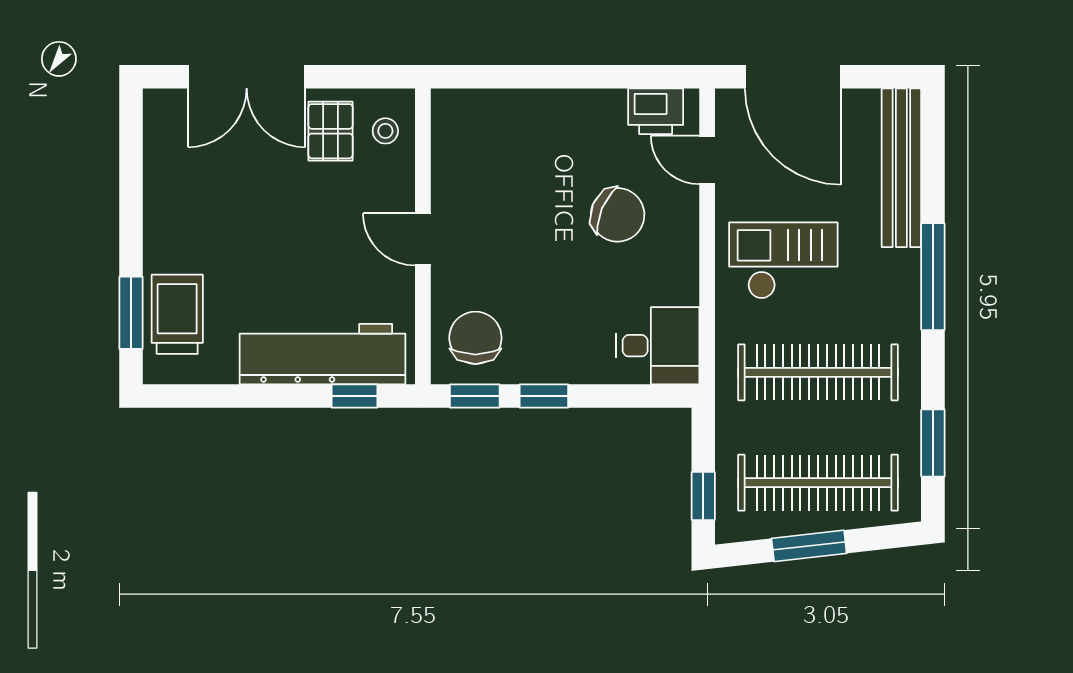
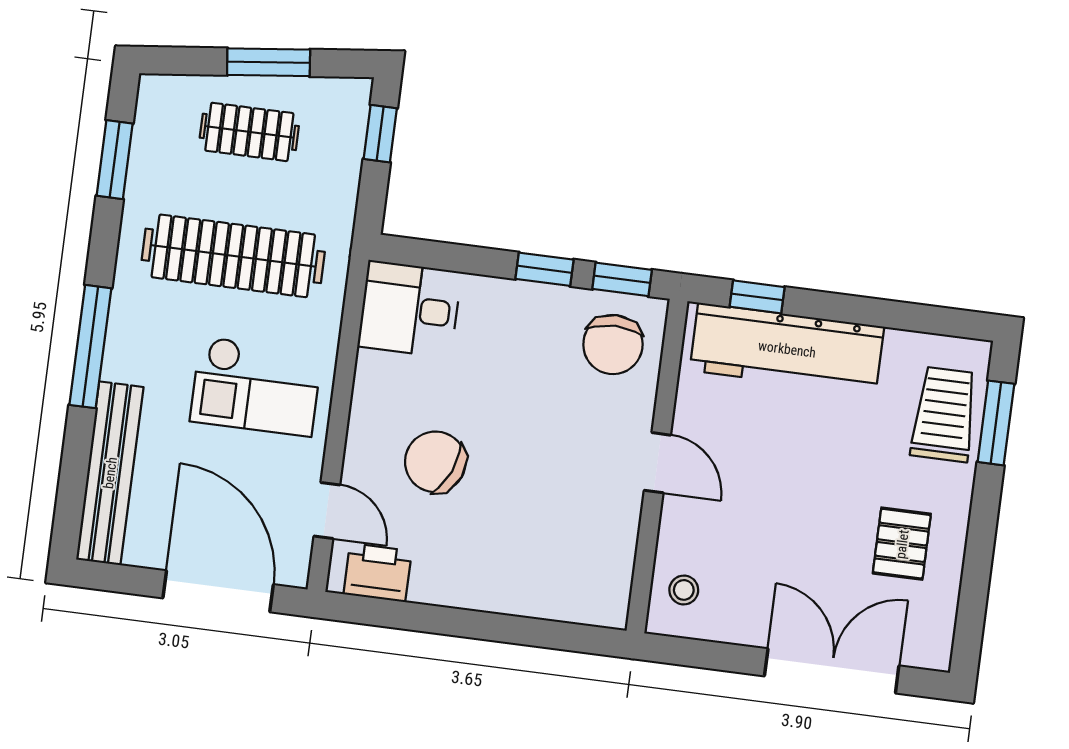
pallet: (331, 131) -> (902, 544), moved
trolley: (177, 314) -> (944, 414), turned 180
clothes rail: (818, 483) -> (249, 132), width x0.54, depth x0.76

